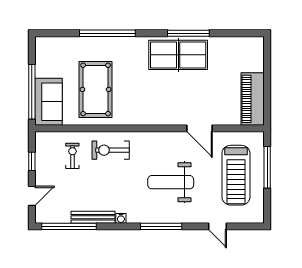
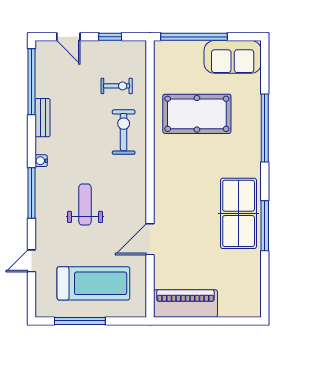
sofa: (48, 102) -> (233, 57), moved
window: (267, 167) -> (80, 321), moved
treadmill: (236, 175) -> (93, 283), turned 180
weight bench: (171, 182) -> (85, 205), width x0.73, depth x0.75
bench: (93, 217) -> (43, 118), width x0.73
water cooler: (121, 218) -> (41, 161), moved

